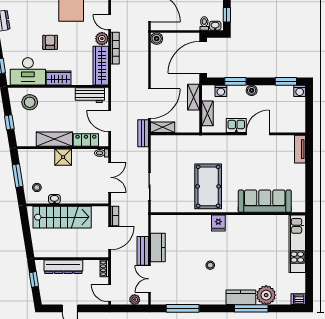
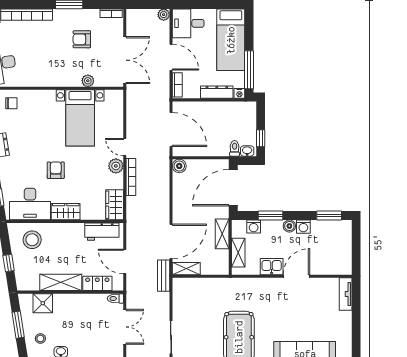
wardrobe: (101, 66) -> (115, 205), width x0.67
washing machine: (300, 91) -> (303, 227), moved
shower: (63, 157) -> (43, 303), moved

